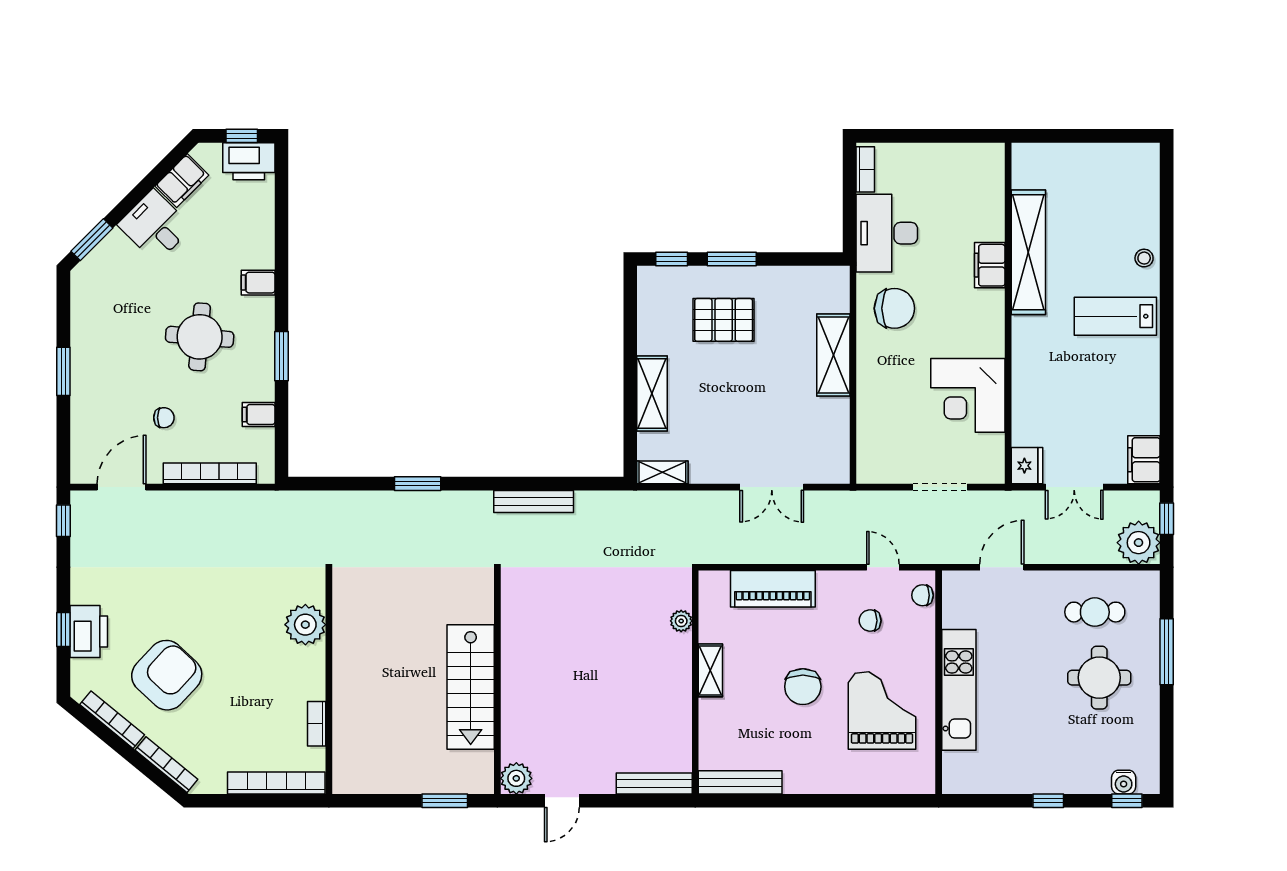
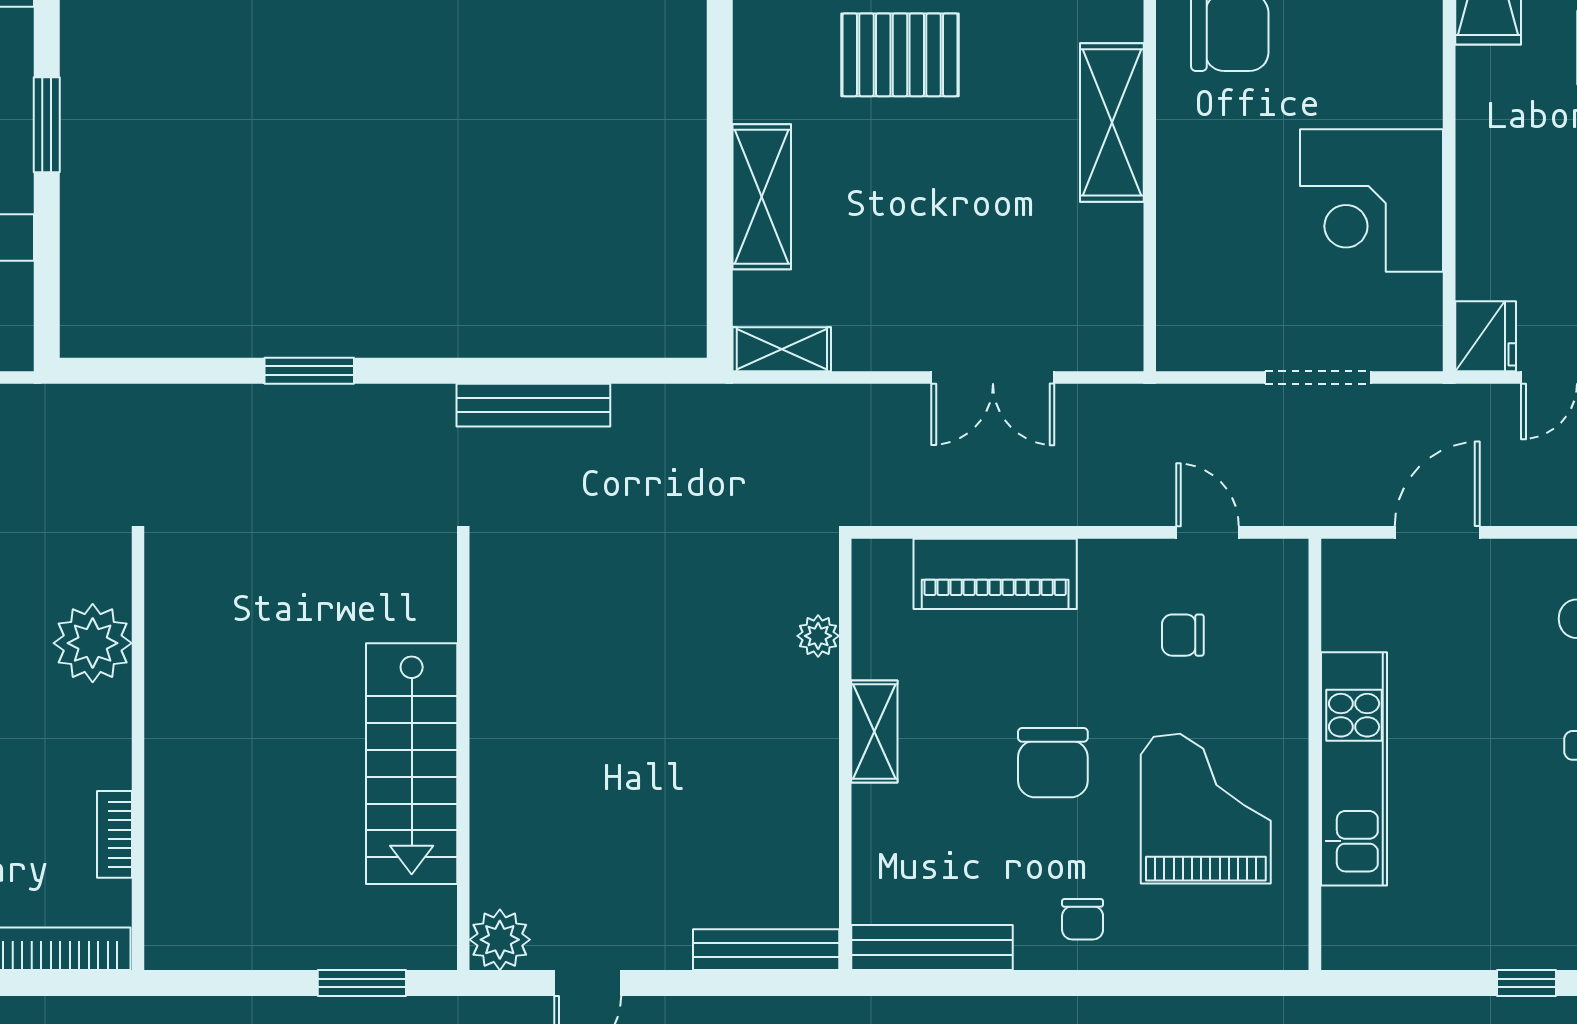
chair: (923, 595) -> (1083, 919), moved, turned -90

